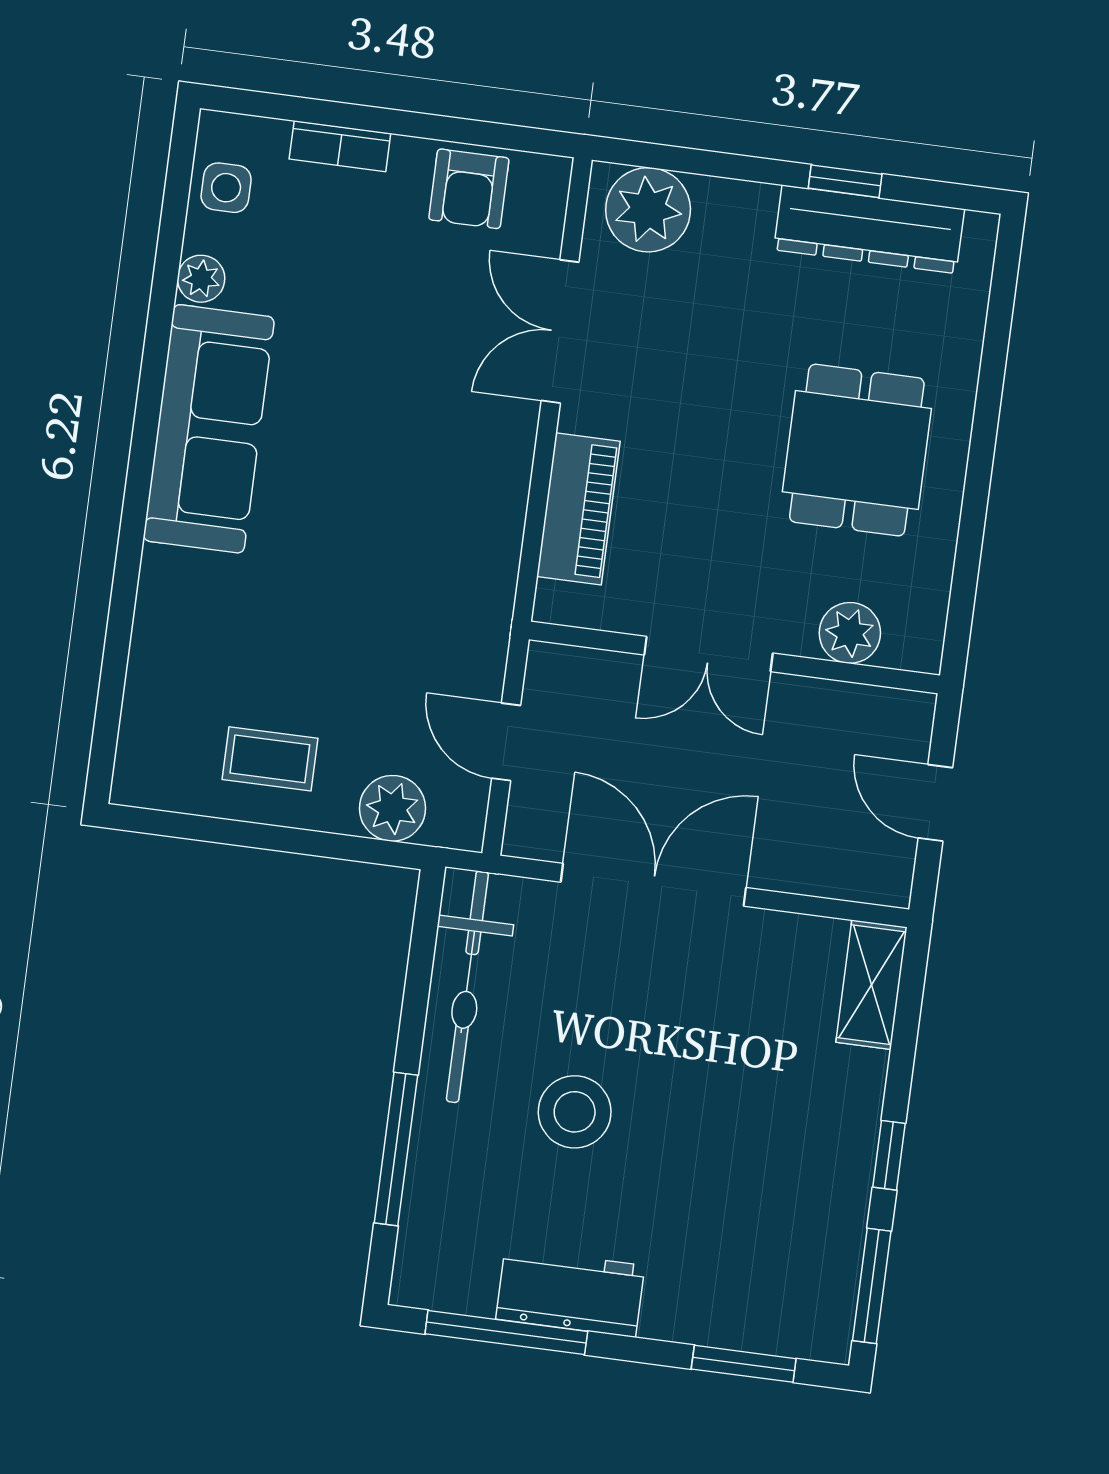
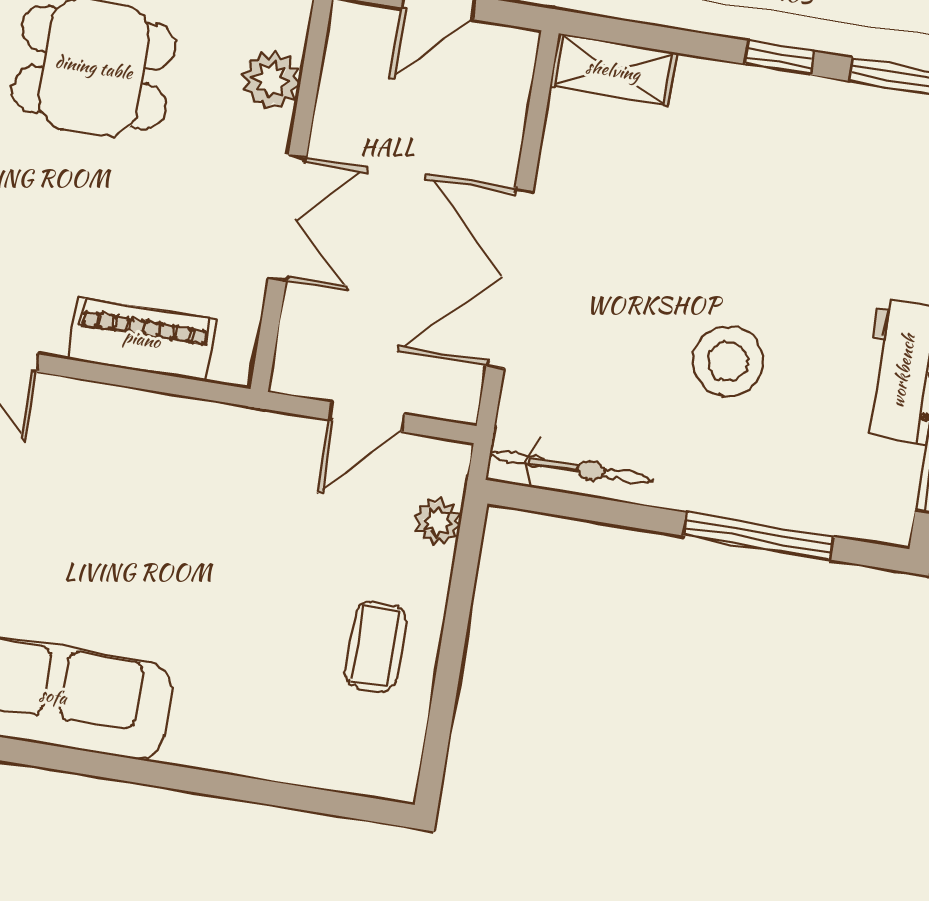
plant: (392, 808) -> (437, 522), width x0.73, depth x0.73
bicycle: (467, 987) -> (571, 467), width x0.73, depth x0.71

